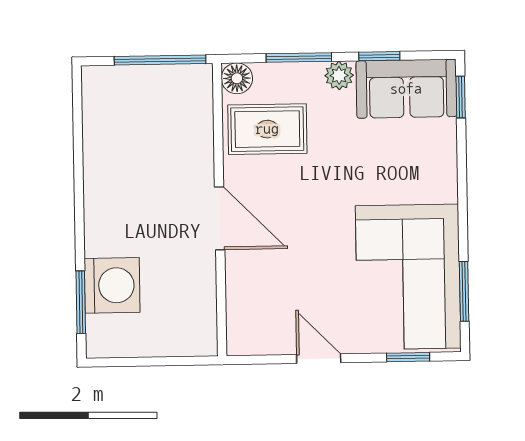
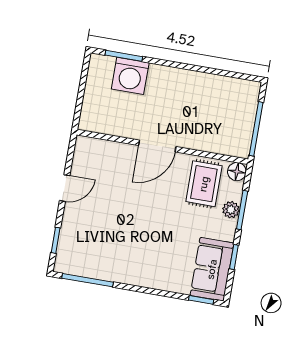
plant: (339, 75) -> (231, 210), moved
corner sofa: (408, 277) -> (102, 249), removed
window: (464, 291) -> (88, 280), width x1.44

